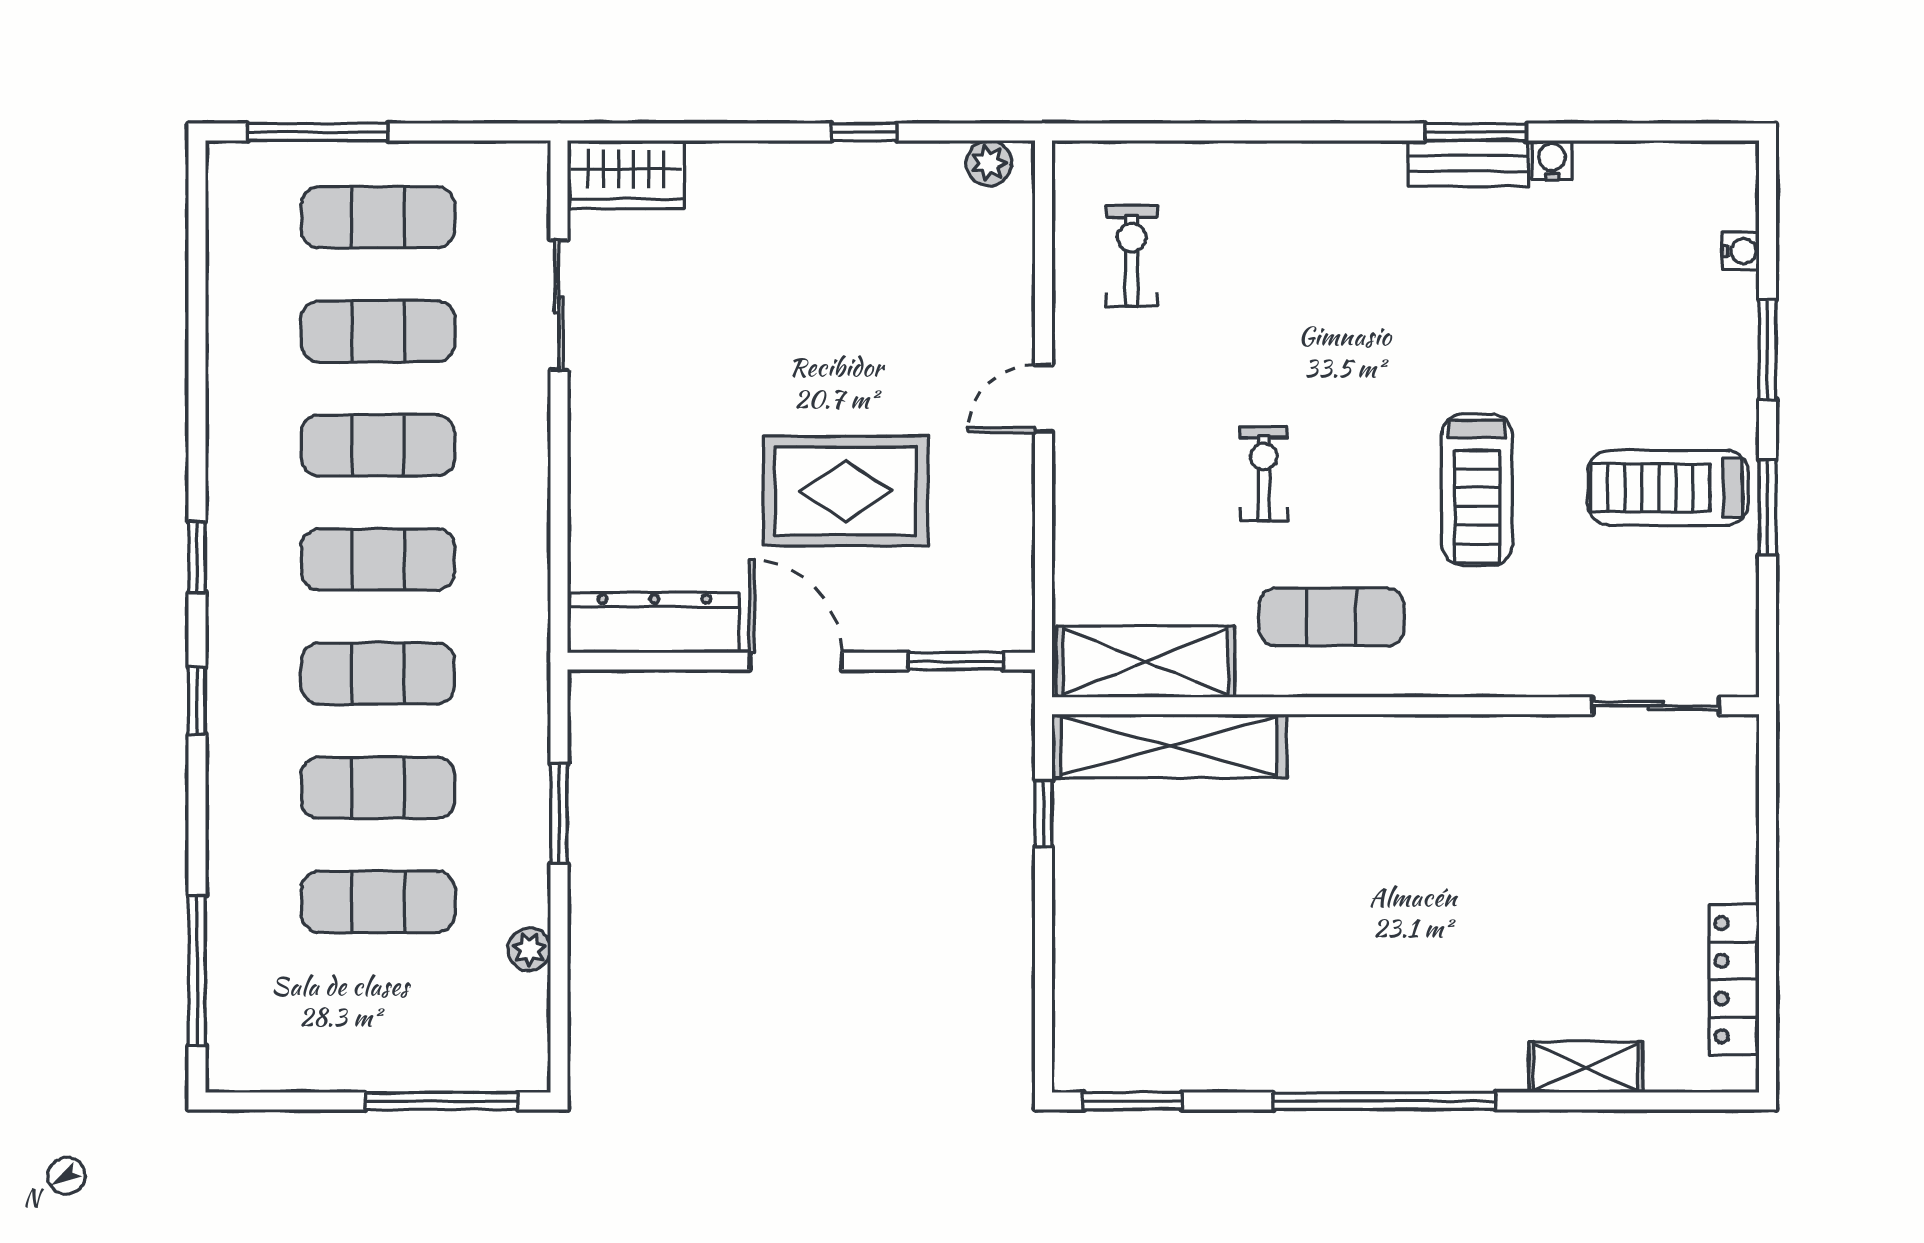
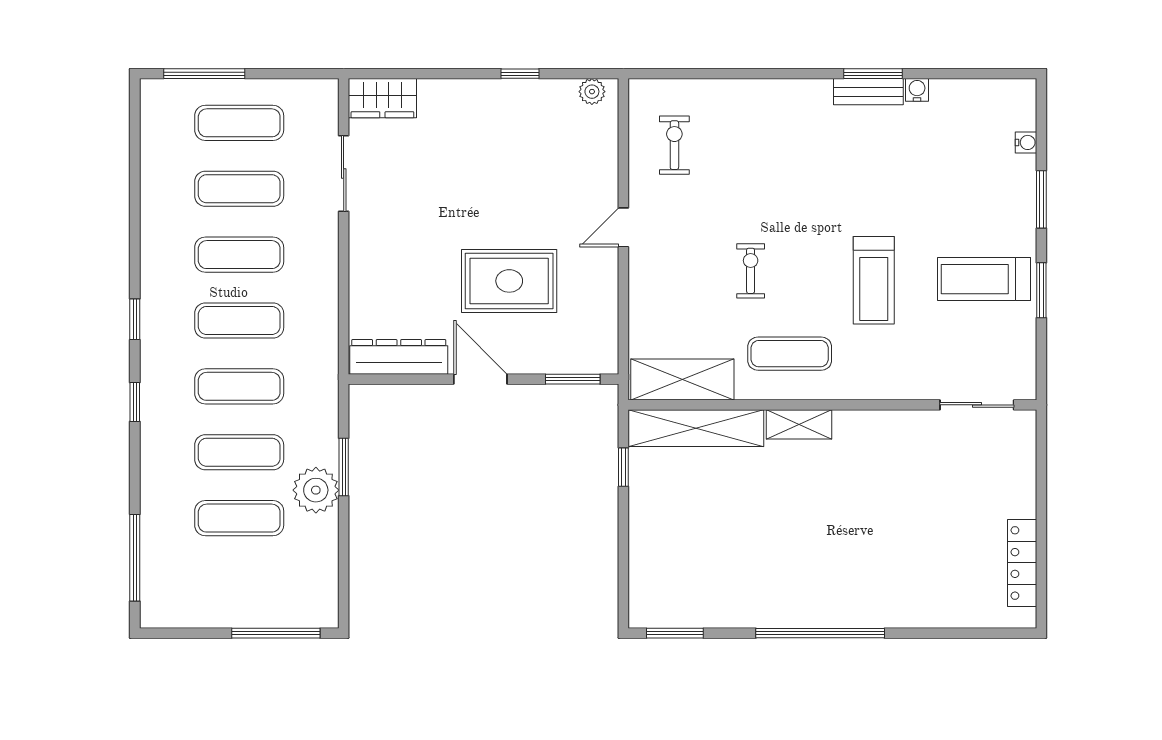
plant: (529, 949) -> (316, 490), moved, width x1.88, depth x1.88
shelving: (1586, 1067) -> (799, 424), moved

